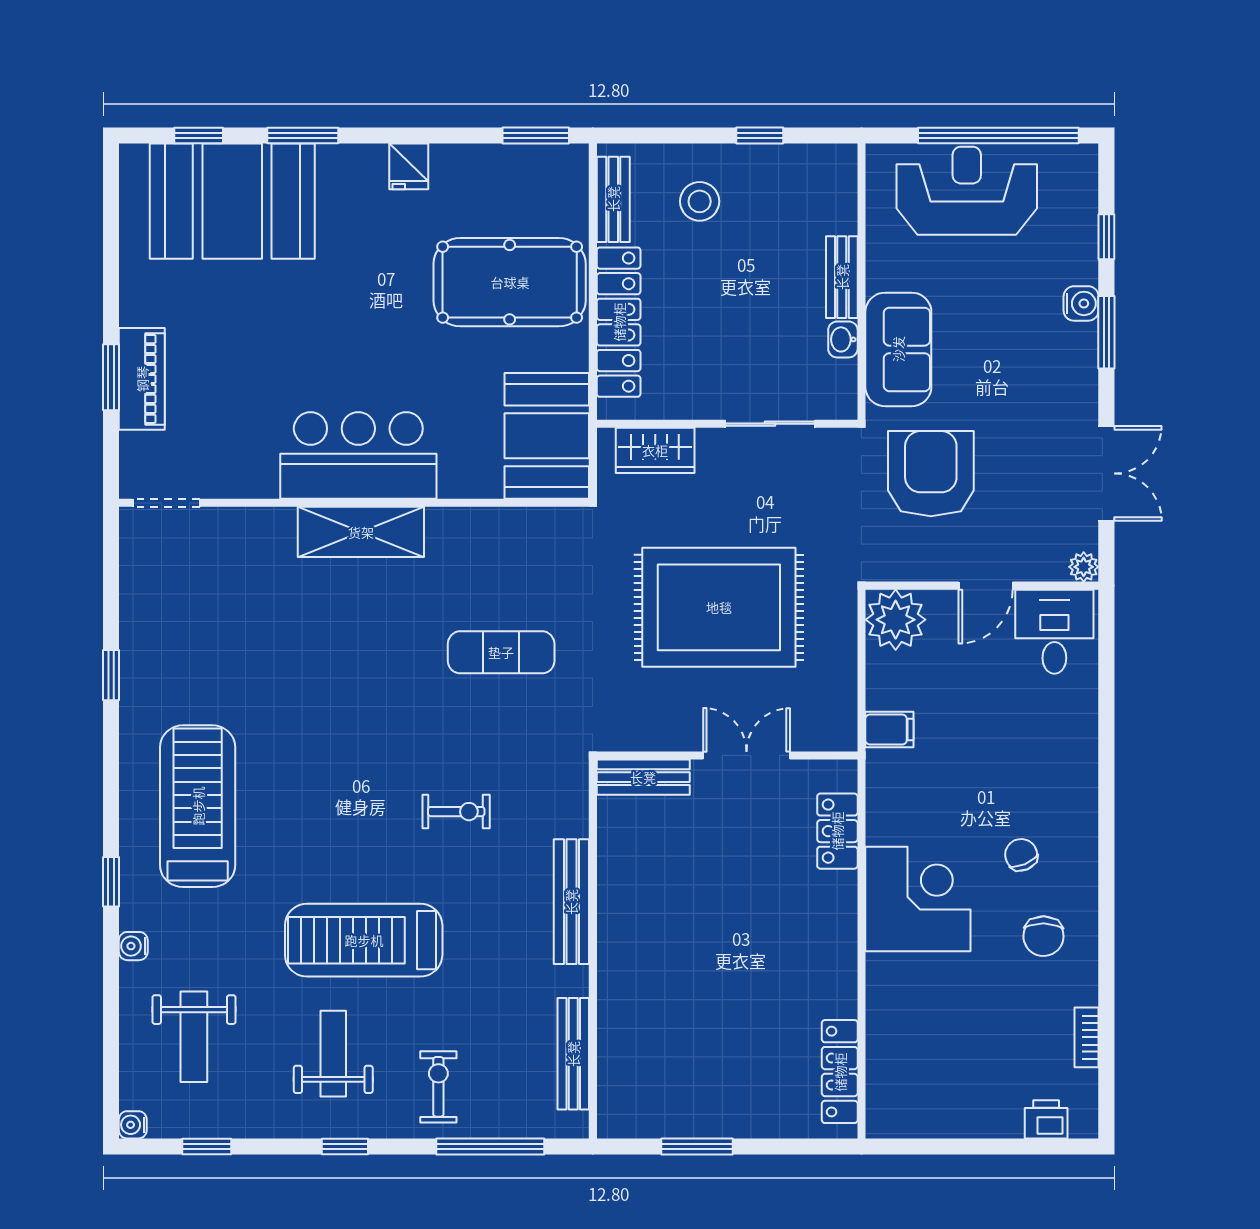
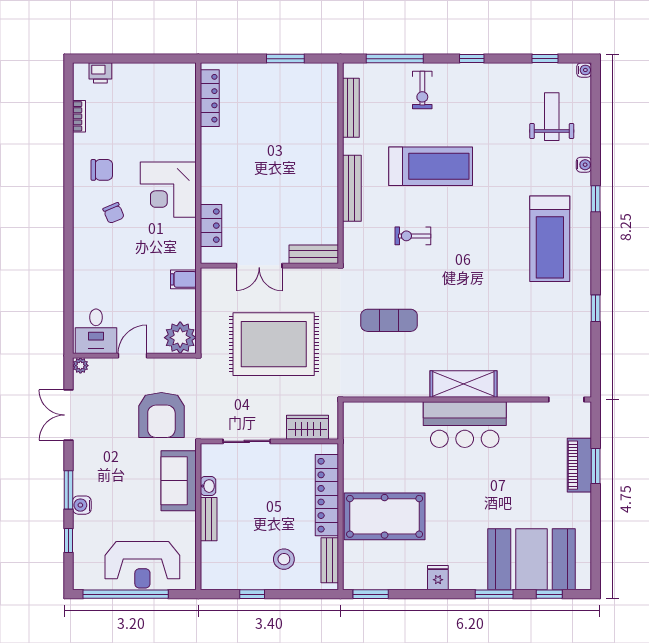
booth: (547, 436) -> (365, 435), removed
chair: (1043, 936) -> (102, 170), turned 89
treadmill: (364, 940) -> (431, 166), moved
weight bench: (333, 1054) -> (478, 108), removed

